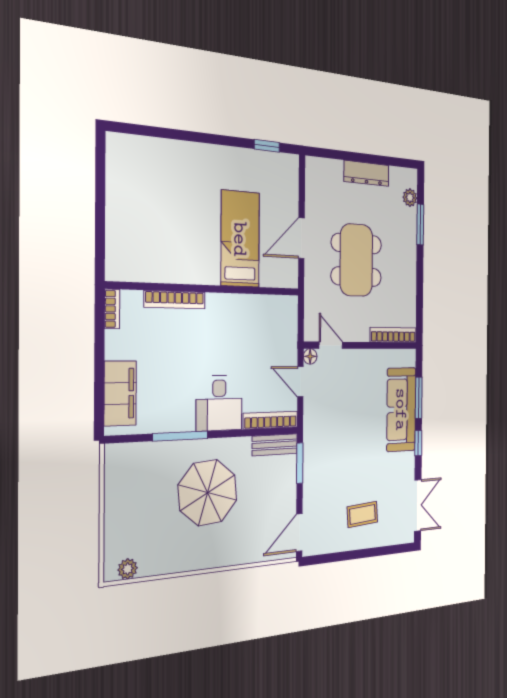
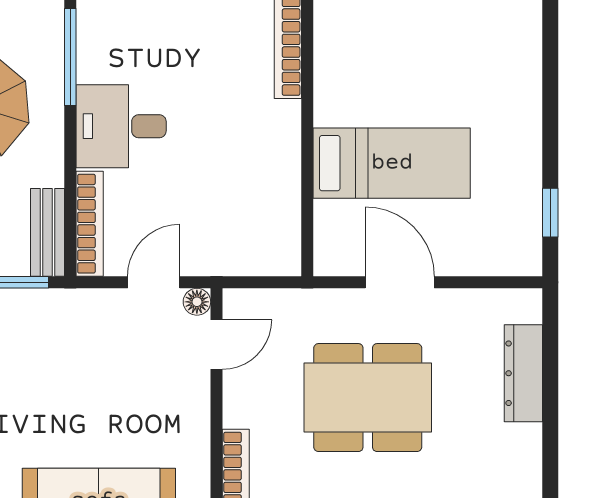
dresser: (367, 173) -> (523, 373), moved

